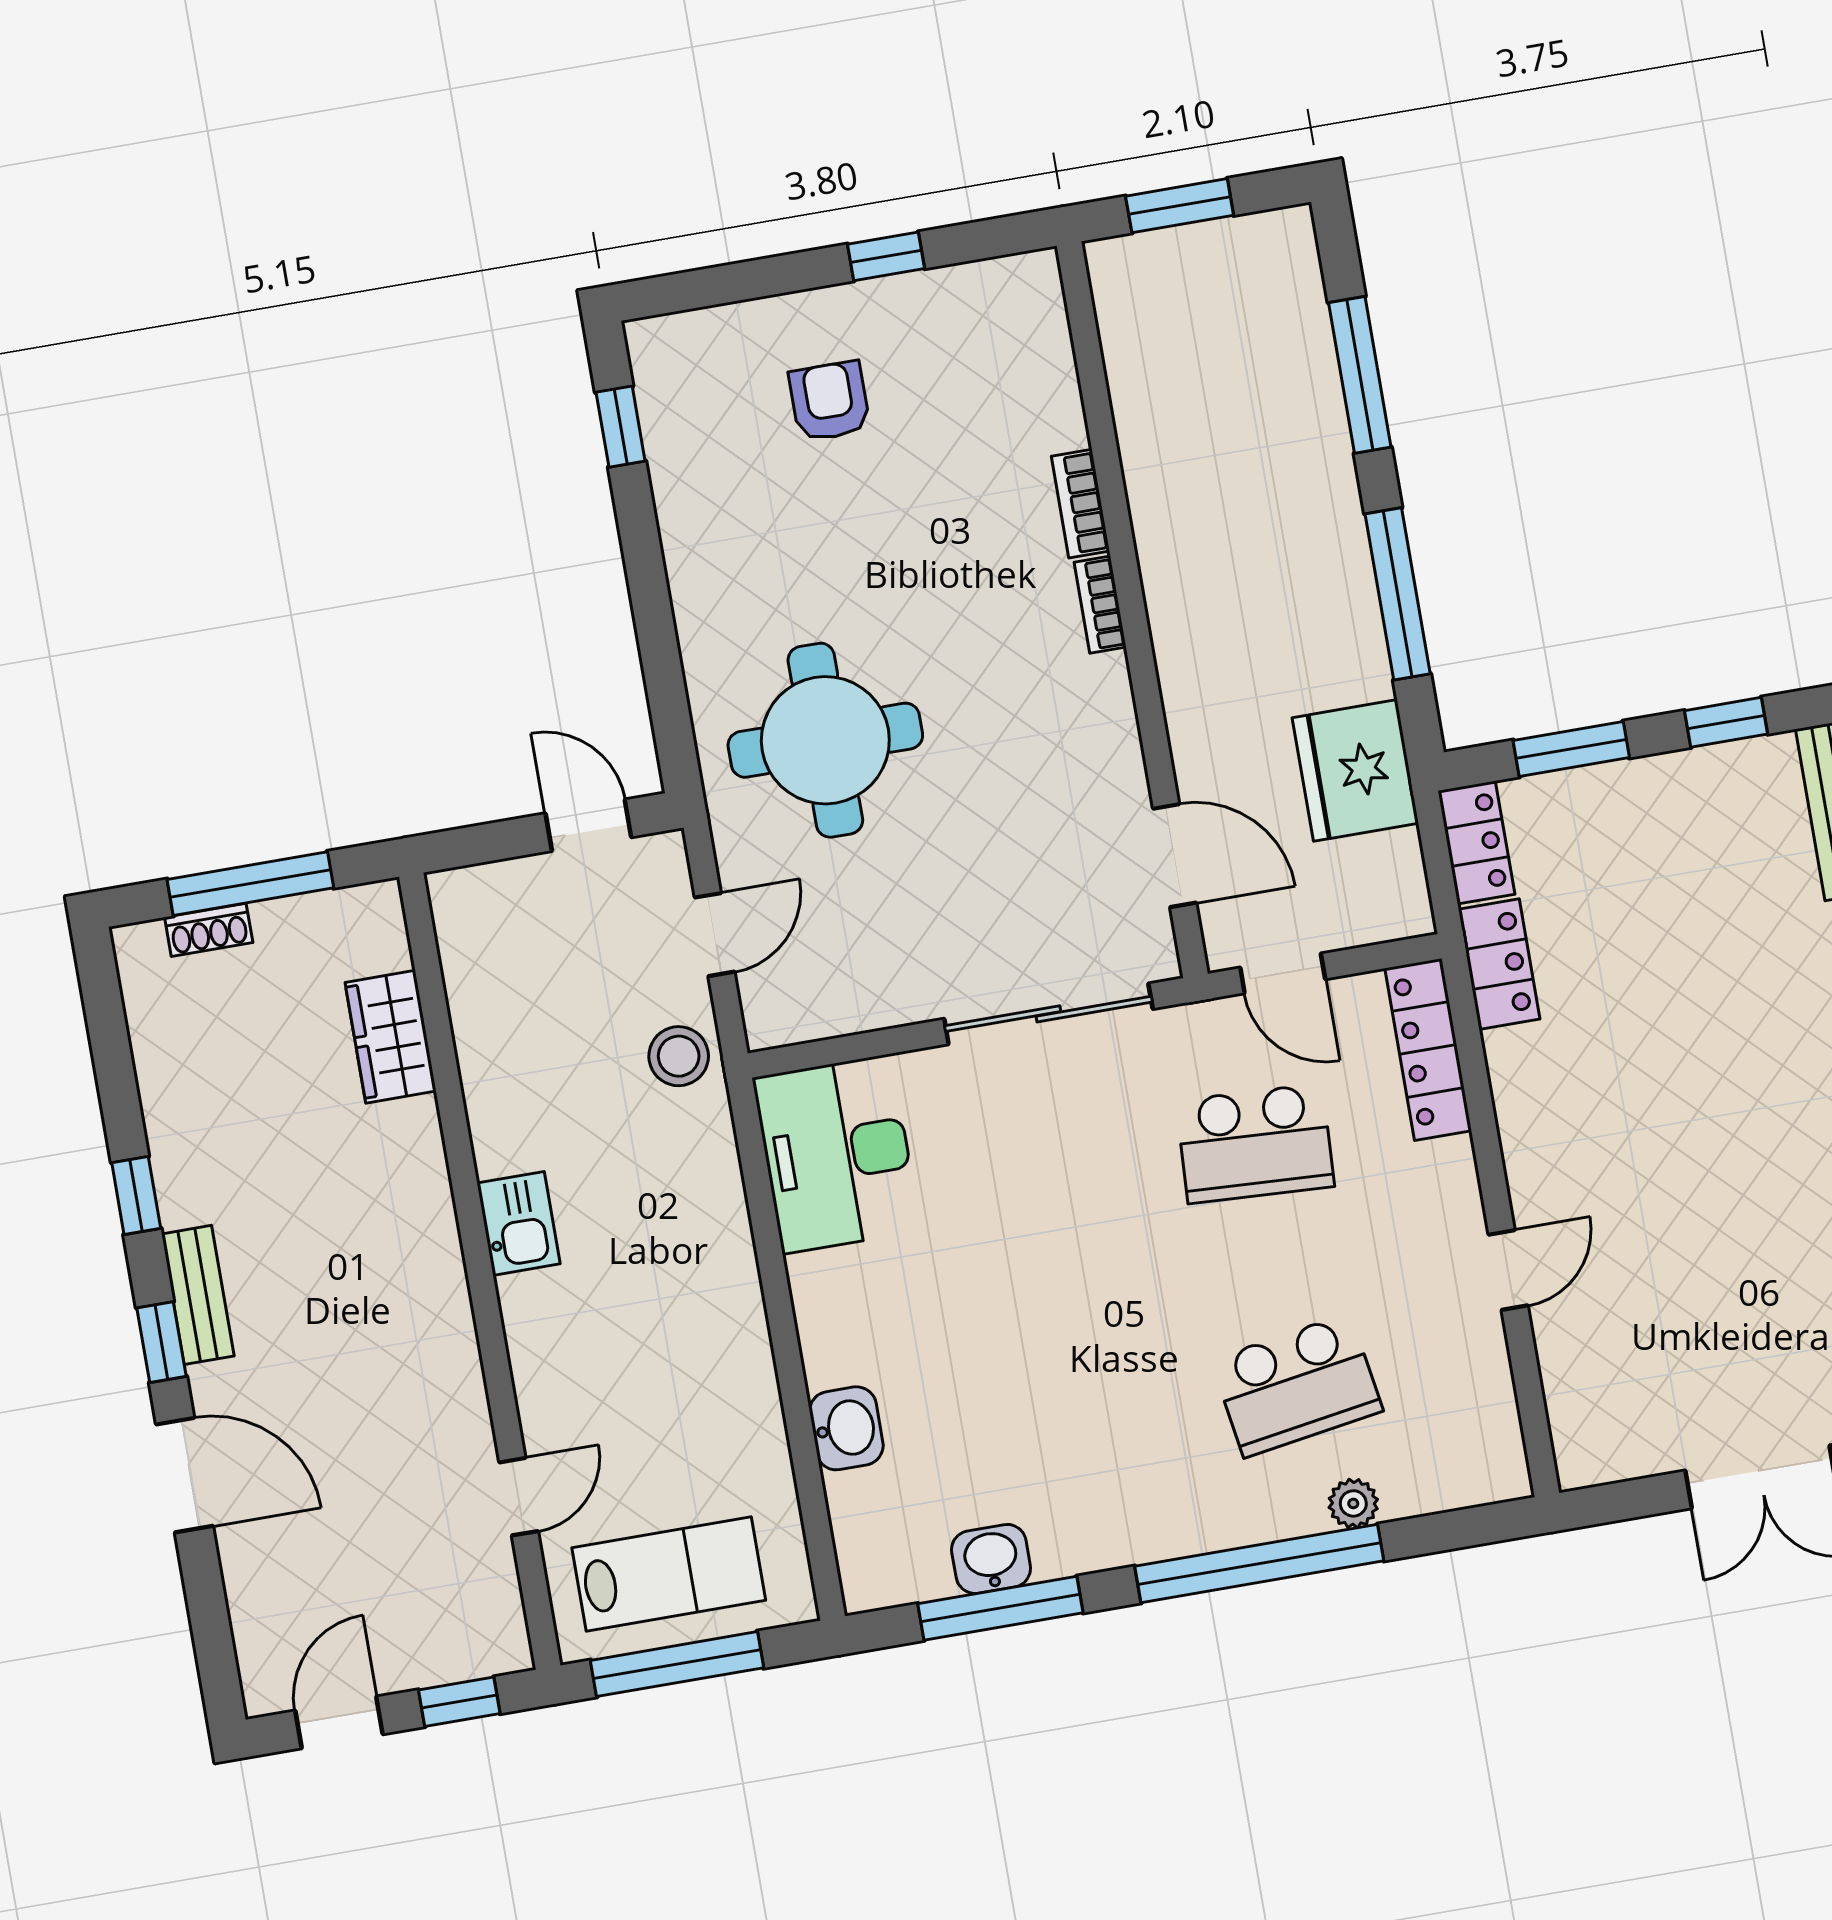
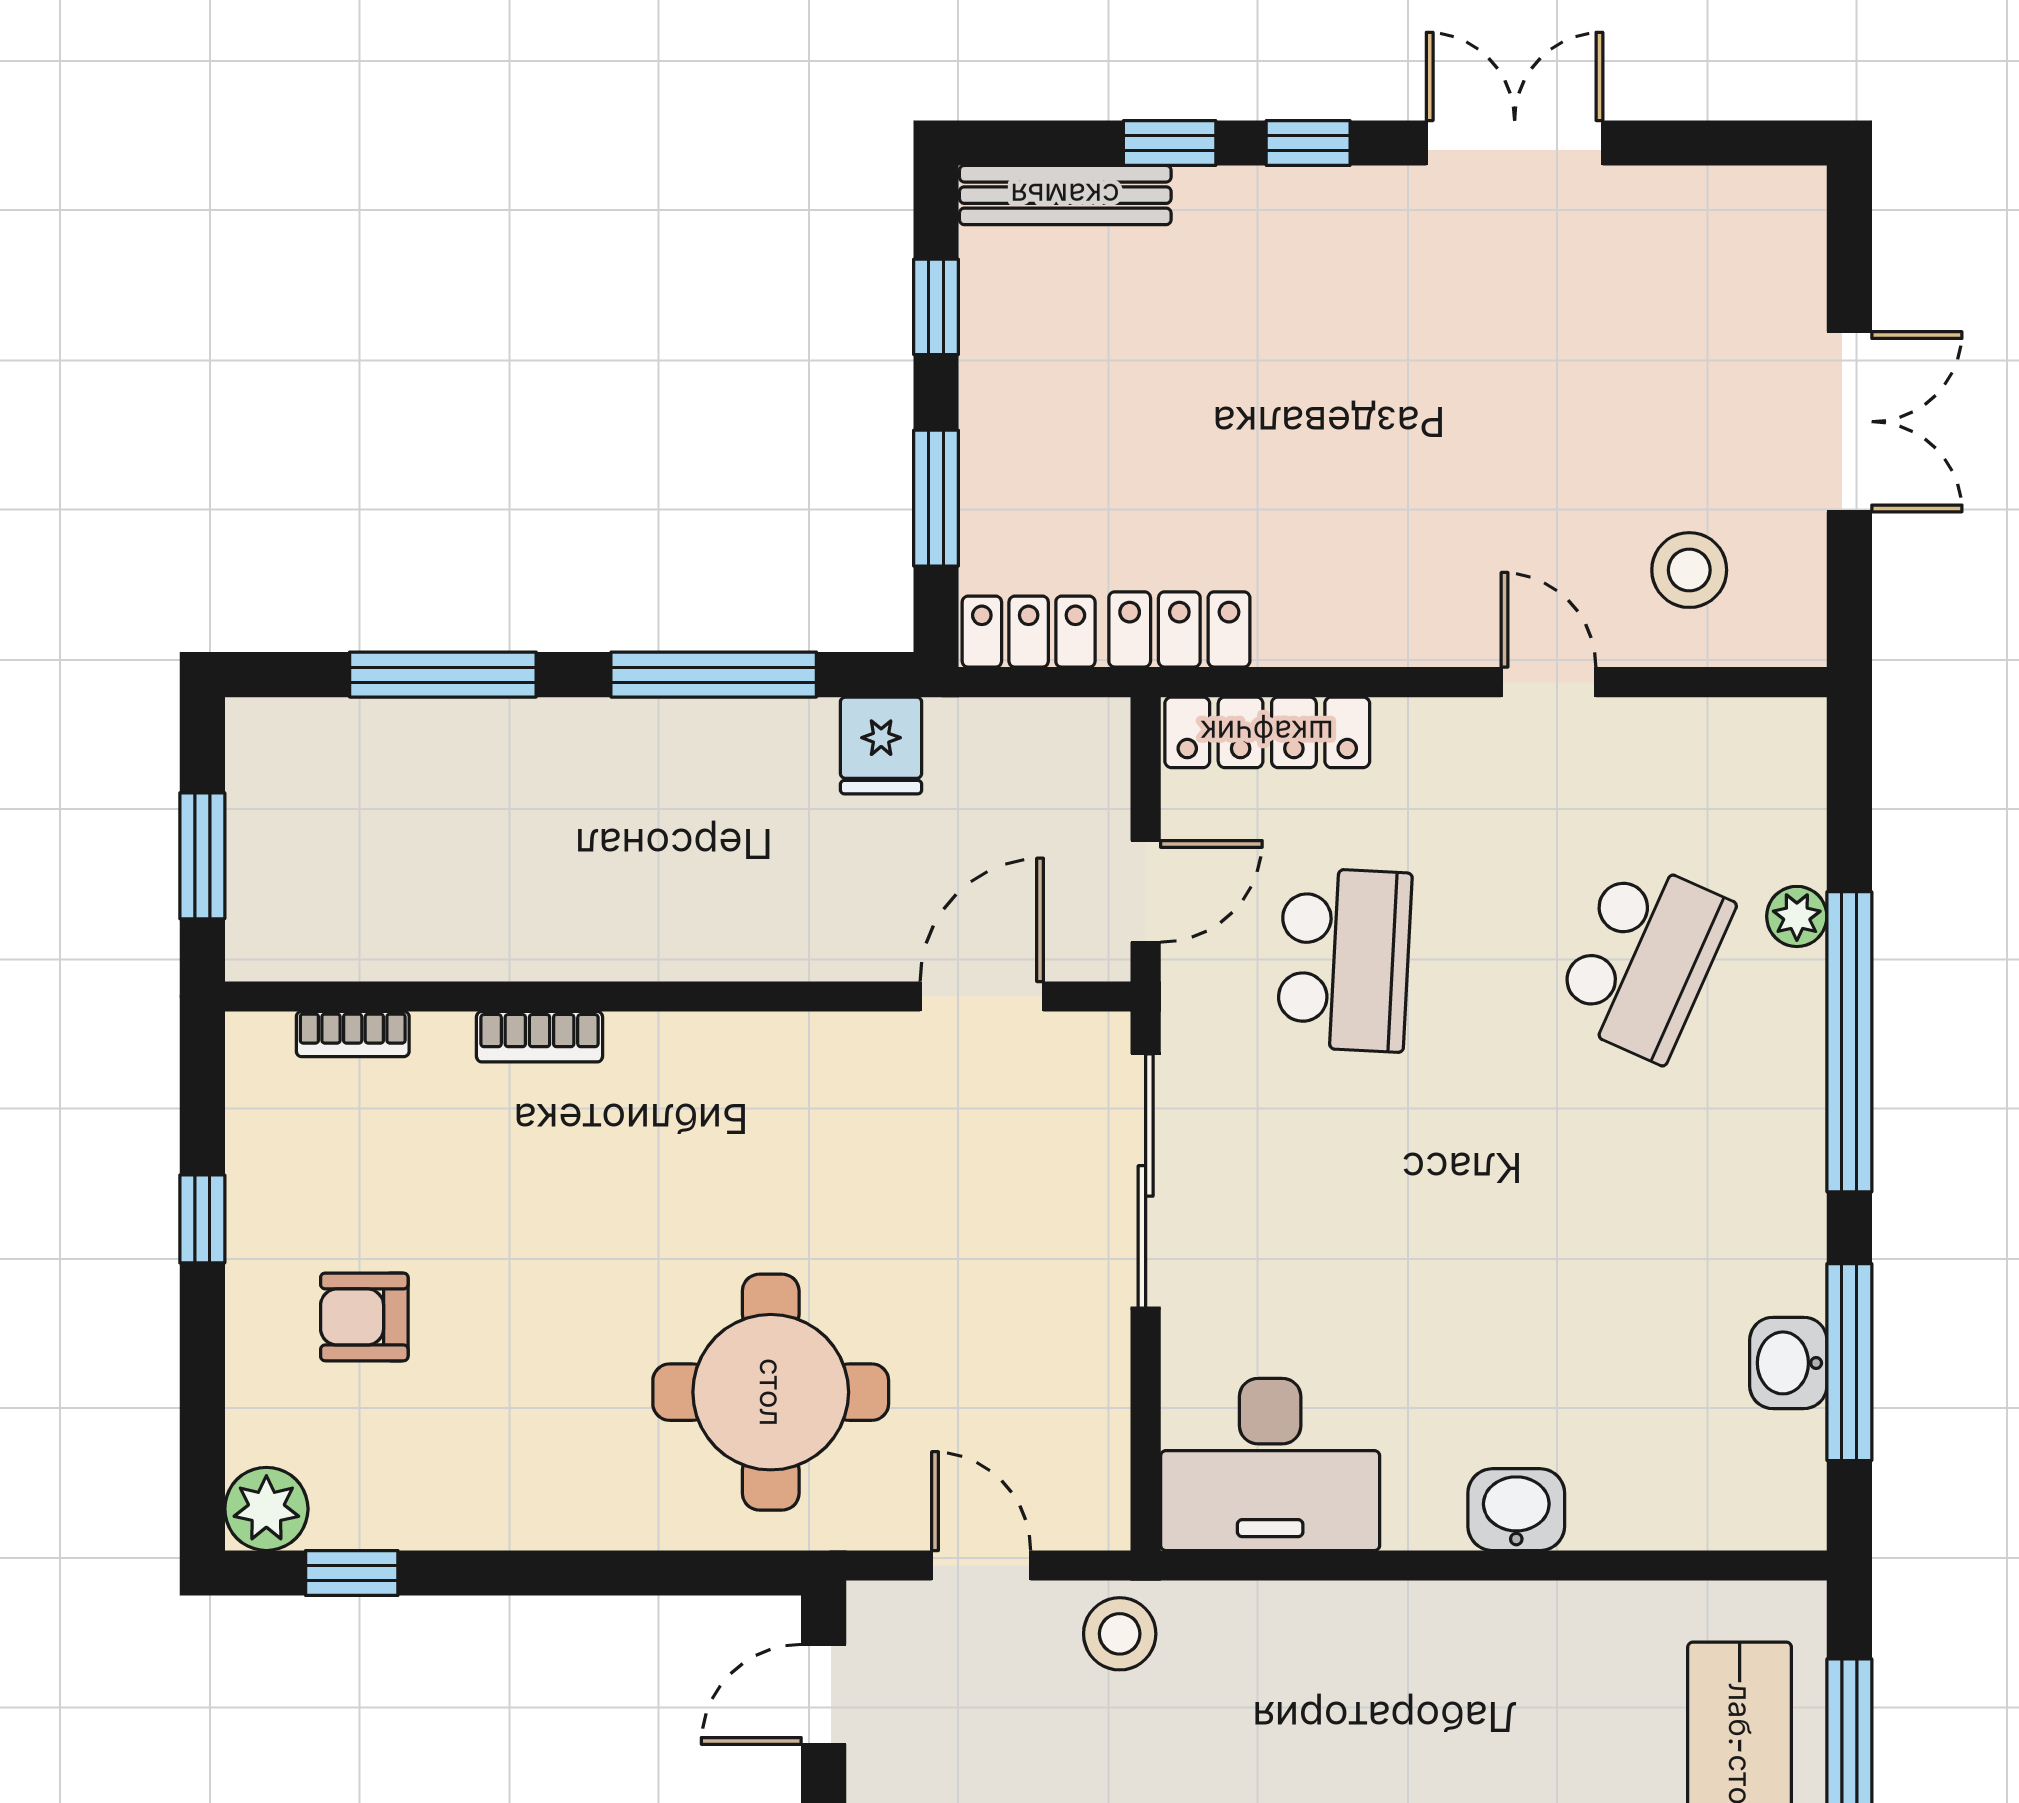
plant: (660, 349) -> (266, 1509), added
bookcase: (1100, 605) -> (353, 1034), moved
fridge: (1355, 770) -> (881, 745), width x0.53, depth x0.75
stool: (1618, 1368) -> (1689, 570), added
school desk: (1297, 1385) -> (1643, 960), turned 33
washbasin: (846, 1428) -> (1516, 1510), moved

